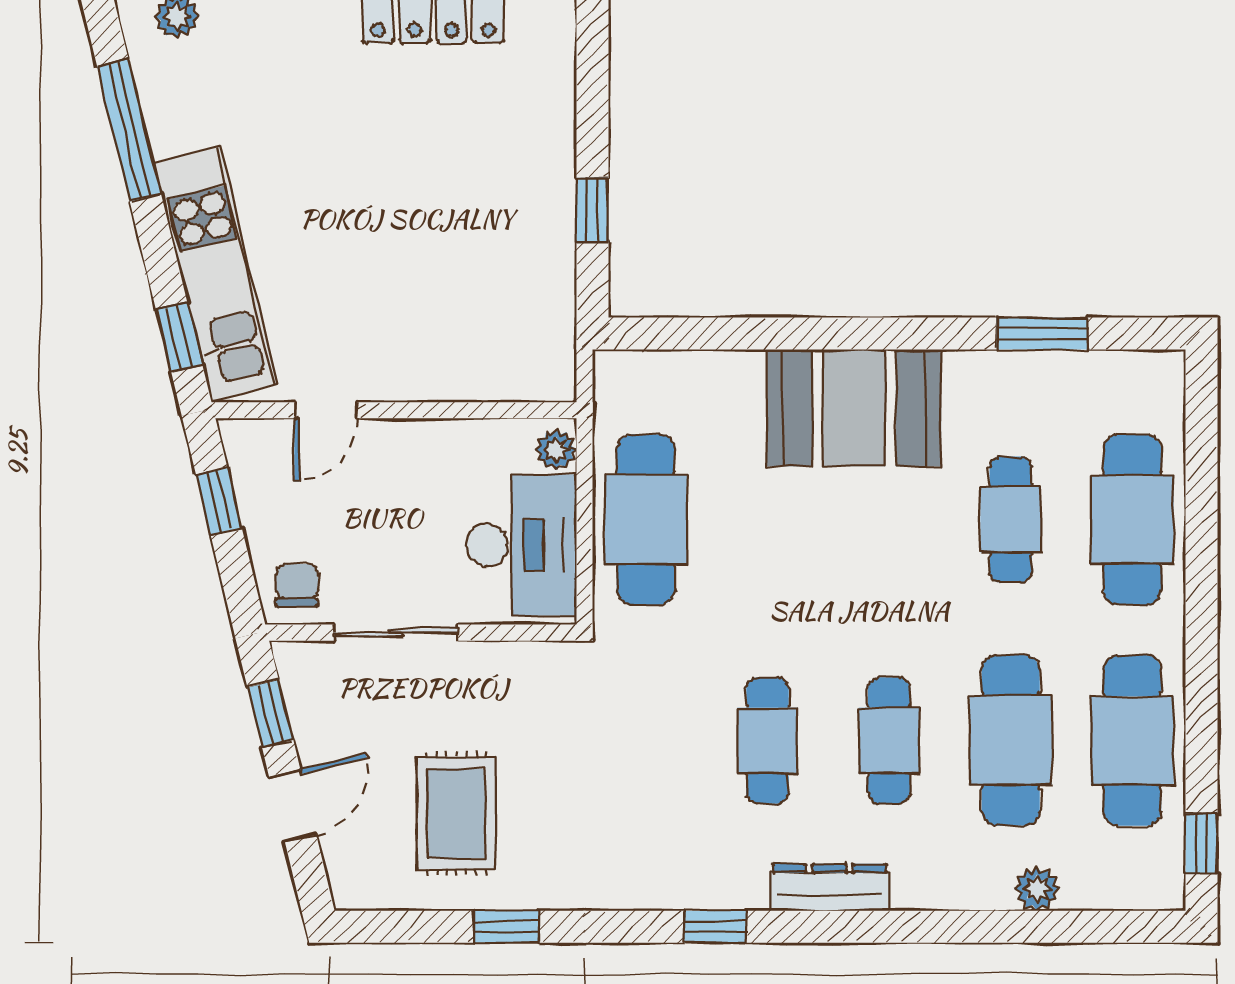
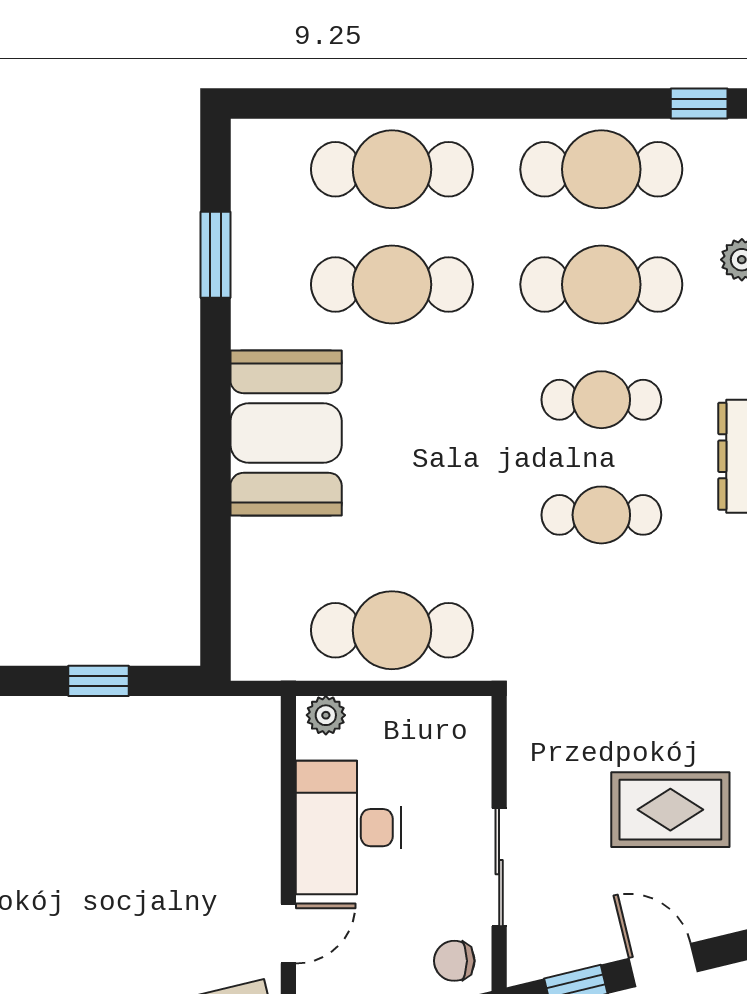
door: (326, 410) -> (288, 934), hinge flipped
cafe table: (1011, 520) -> (392, 284), width x1.37, depth x1.35
desk: (521, 545) -> (348, 828), moved, turned -90

